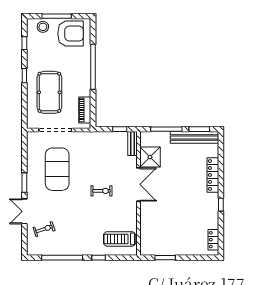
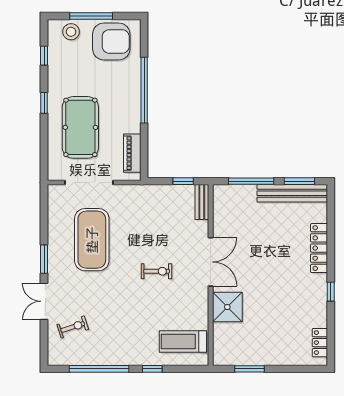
shower: (150, 157) -> (227, 307), moved

